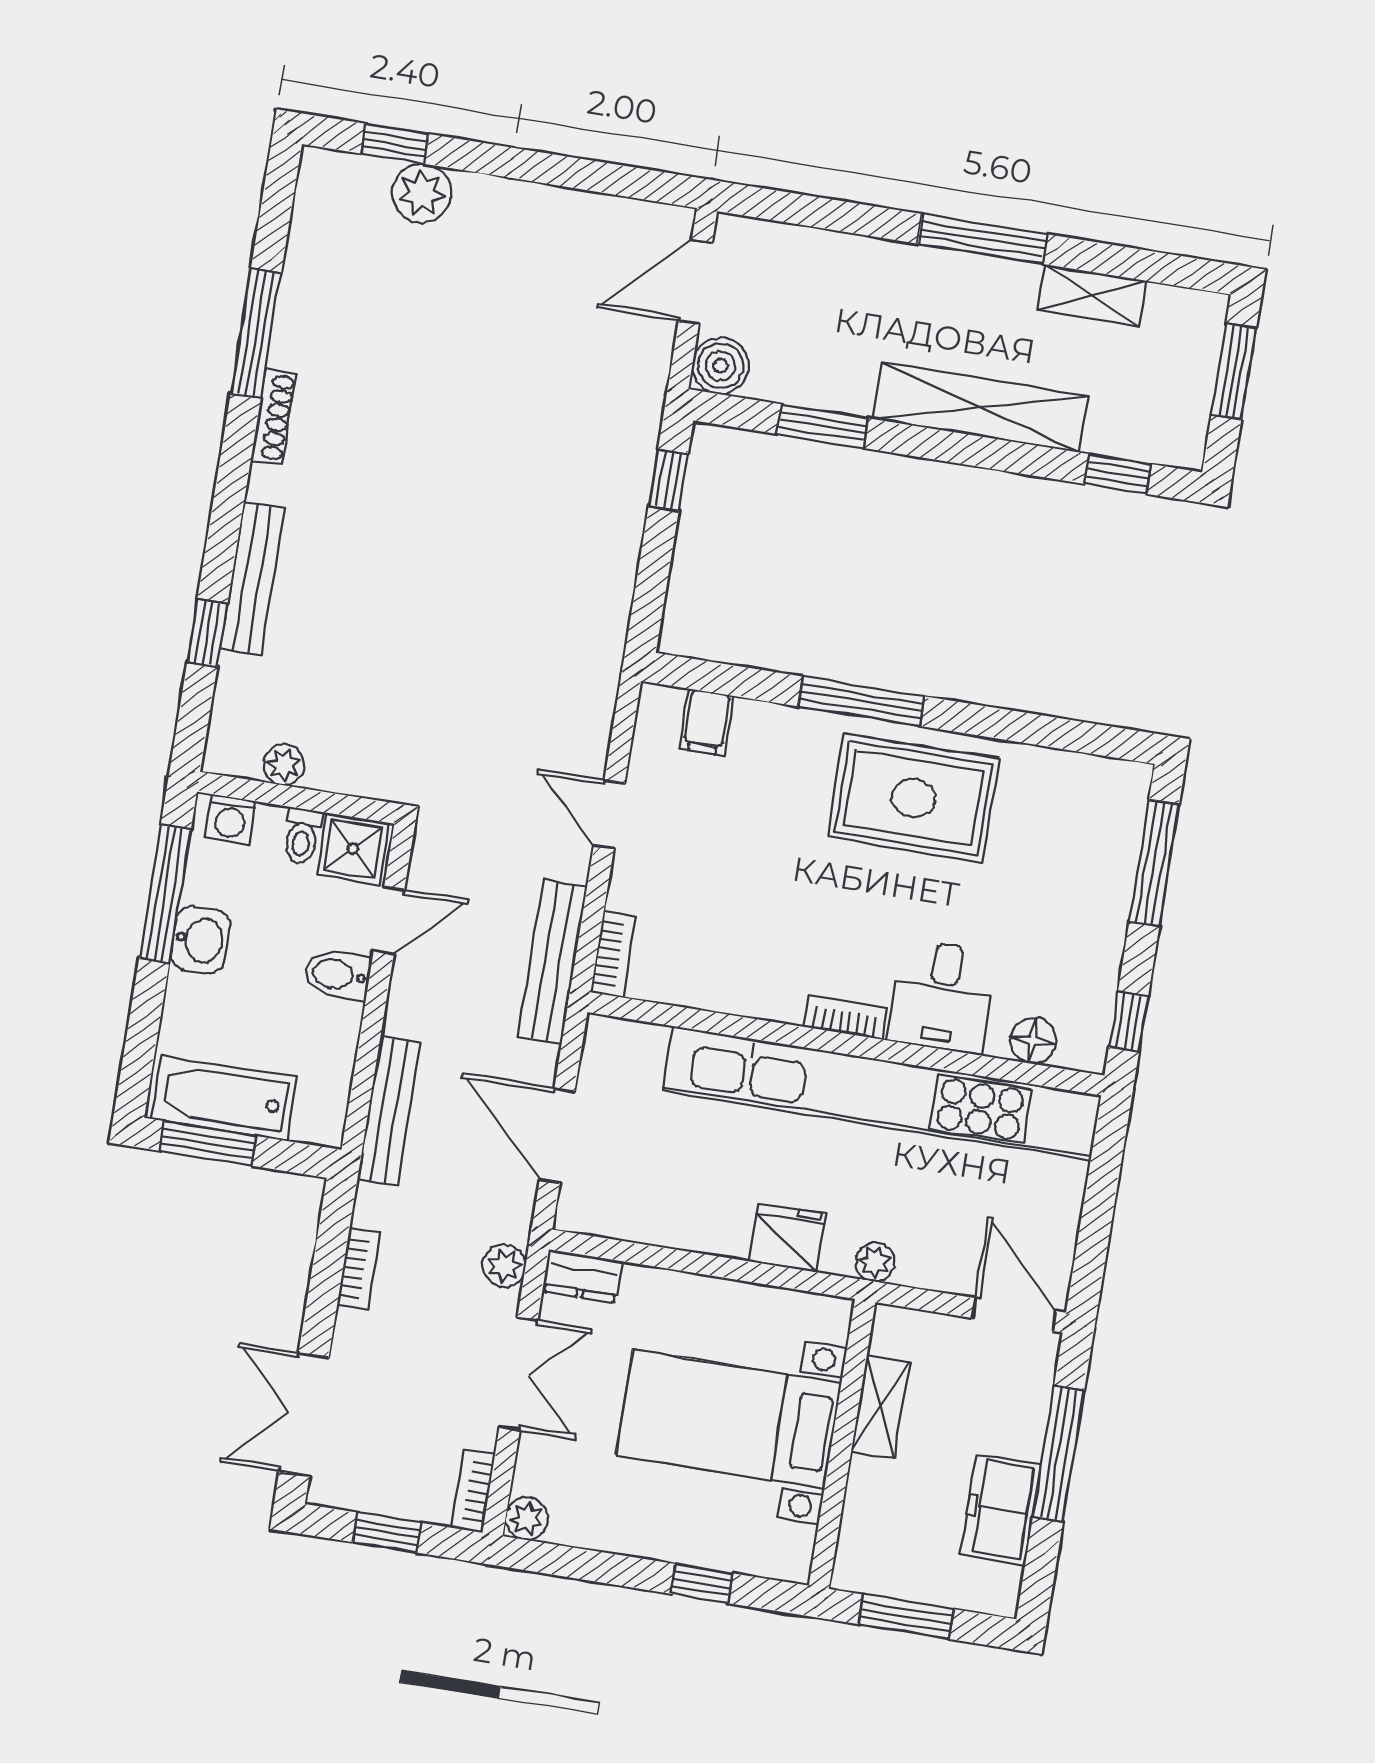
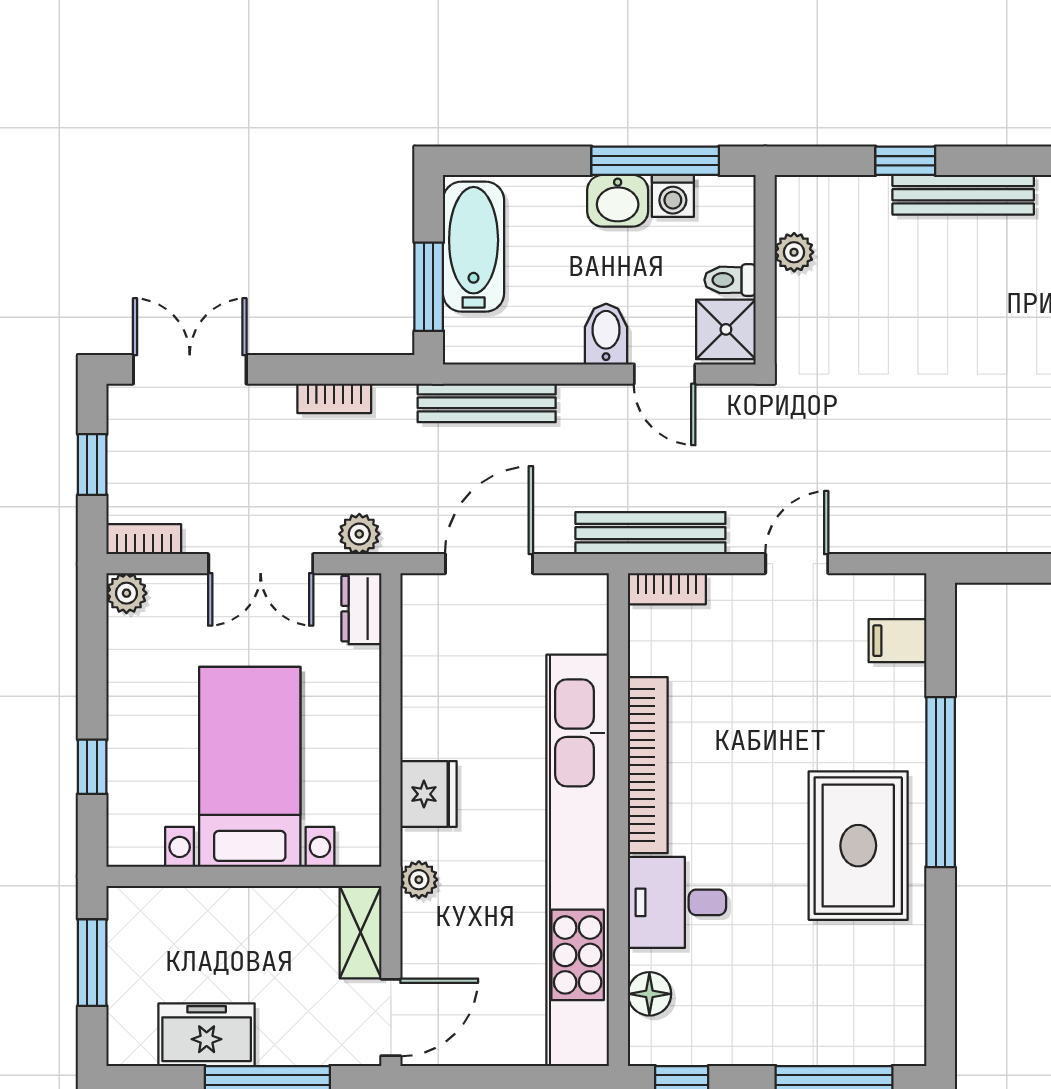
window: (861, 701) -> (941, 782), width x1.46
washing machine: (230, 819) -> (673, 196), moved, turned -90
bookcase: (845, 1017) -> (648, 765), width x2.31, depth x1.31
window: (208, 1143) -> (429, 287), moved
shelving: (880, 1407) -> (360, 932), moved, turned 90

